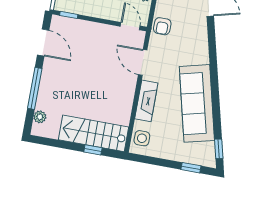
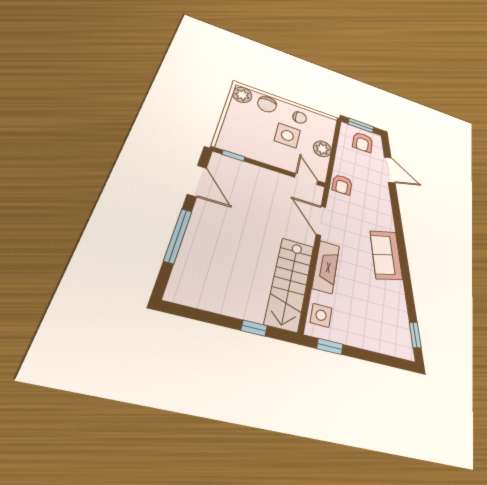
sofa: (197, 103) -> (386, 255), width x0.54, depth x0.79
plant: (40, 117) -> (180, 275), removed
stairs: (94, 133) -> (290, 284), moved, turned -90
window: (191, 168) -> (330, 346), moved

